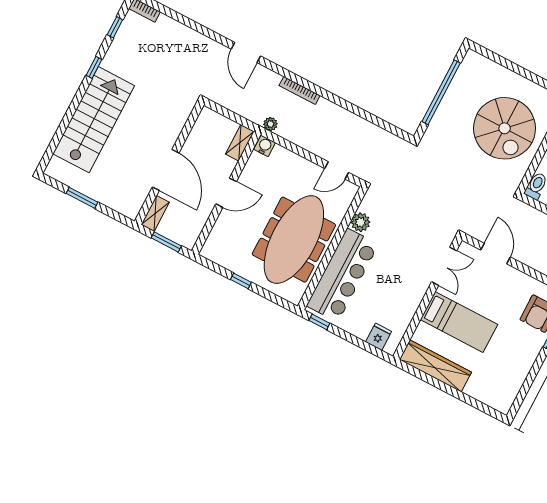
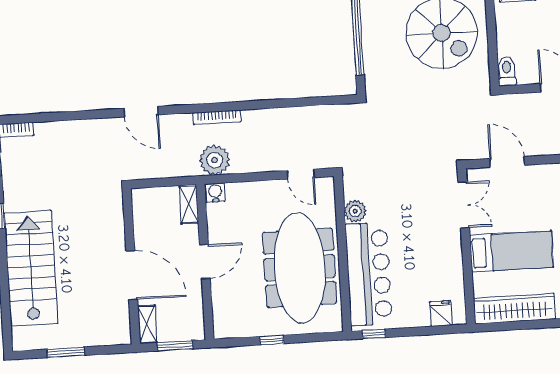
plant: (270, 124) -> (215, 160), width x1.87, depth x1.87
door: (337, 170) -> (301, 174), hinge flipped

